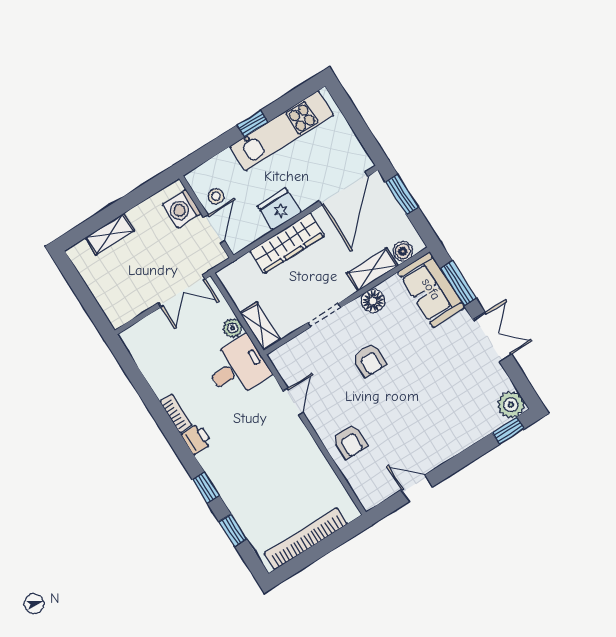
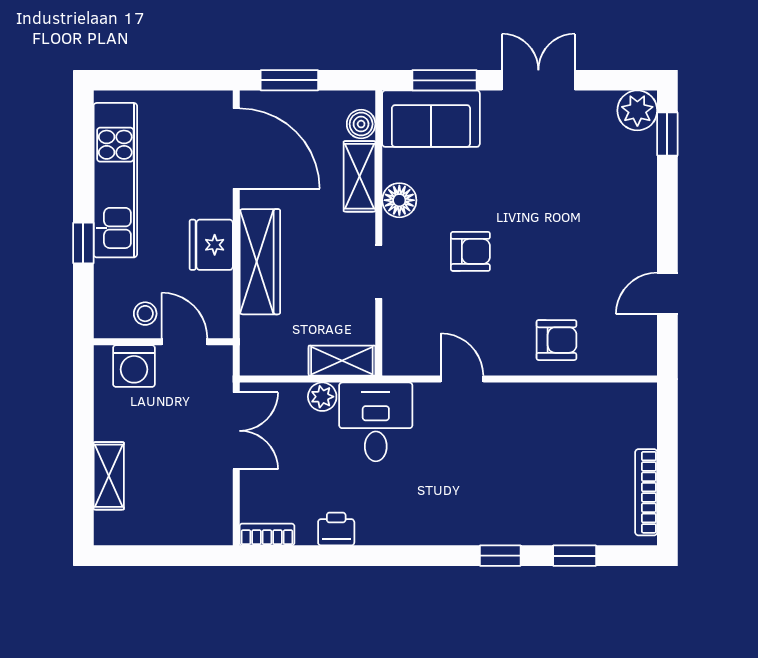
window: (253, 124) -> (83, 243), moved
bookcase: (176, 413) -> (267, 534), moved
printer: (197, 439) -> (336, 529), moved
bookcase: (306, 539) -> (646, 492), width x0.68, depth x0.76

